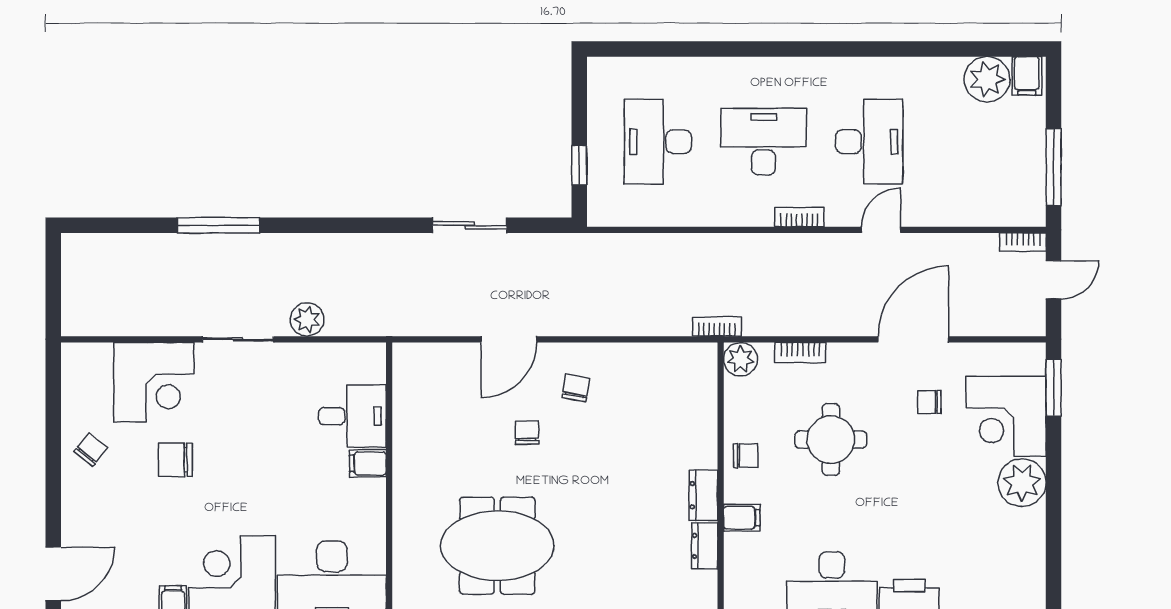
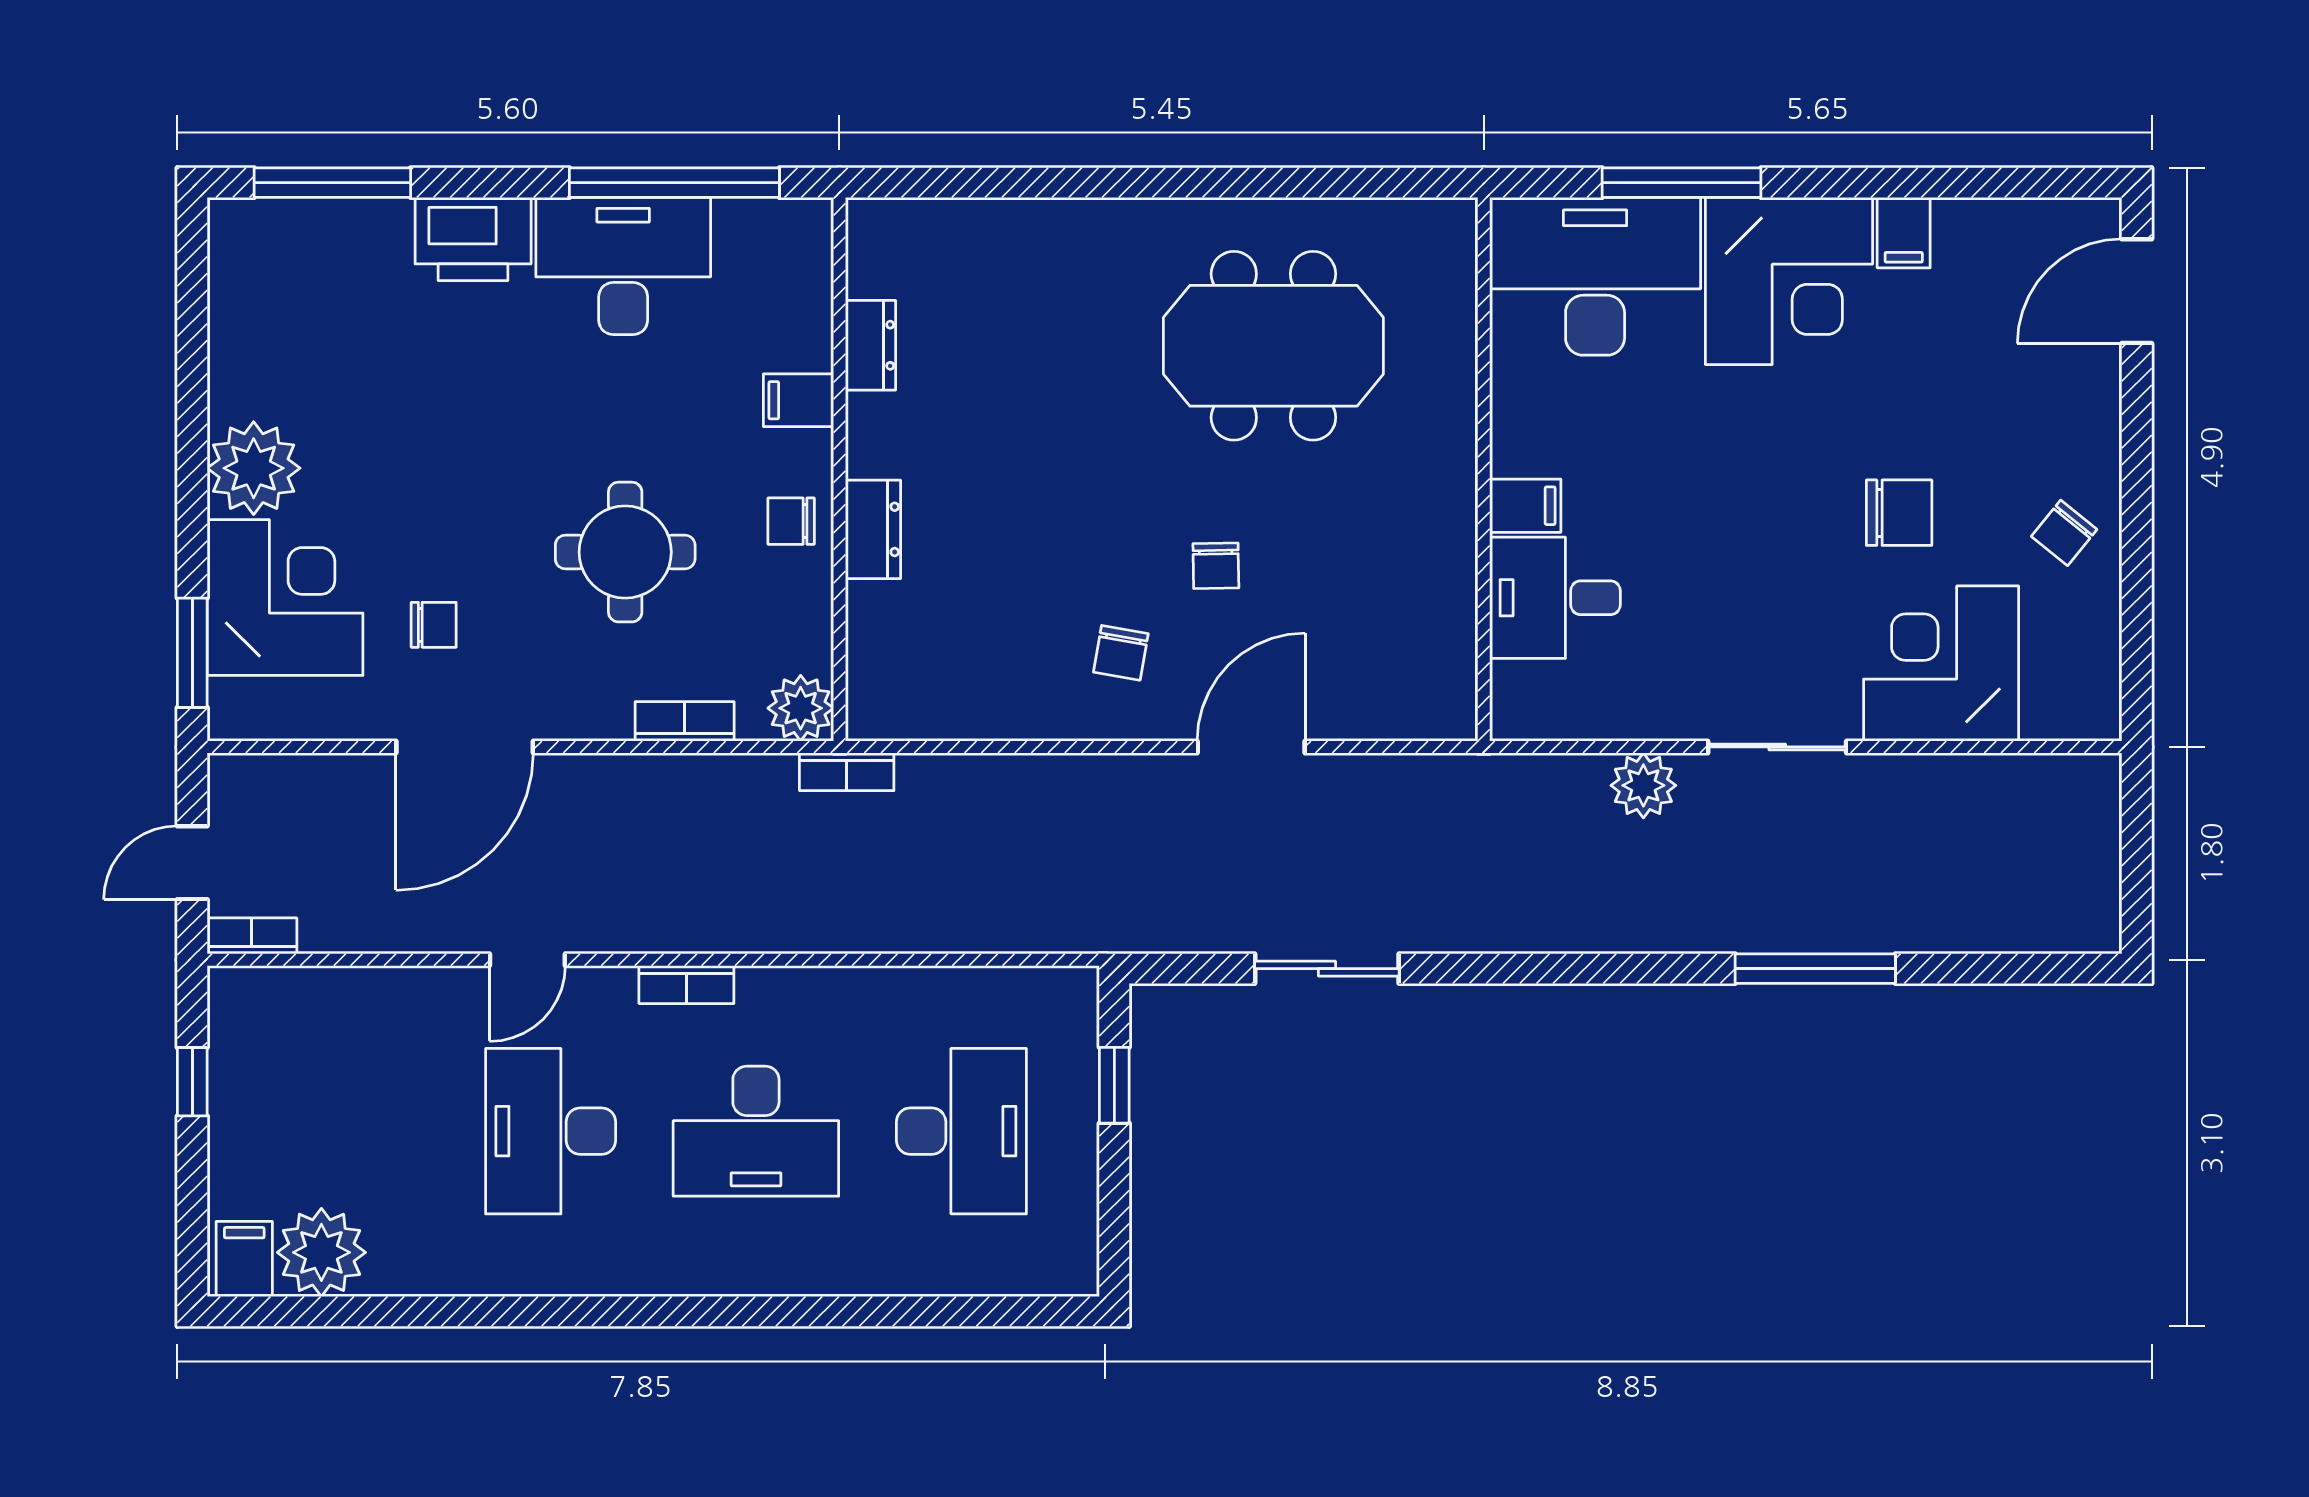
window: (1054, 167) -> (192, 1082), width x0.46
dresser: (703, 495) -> (873, 529), moved

